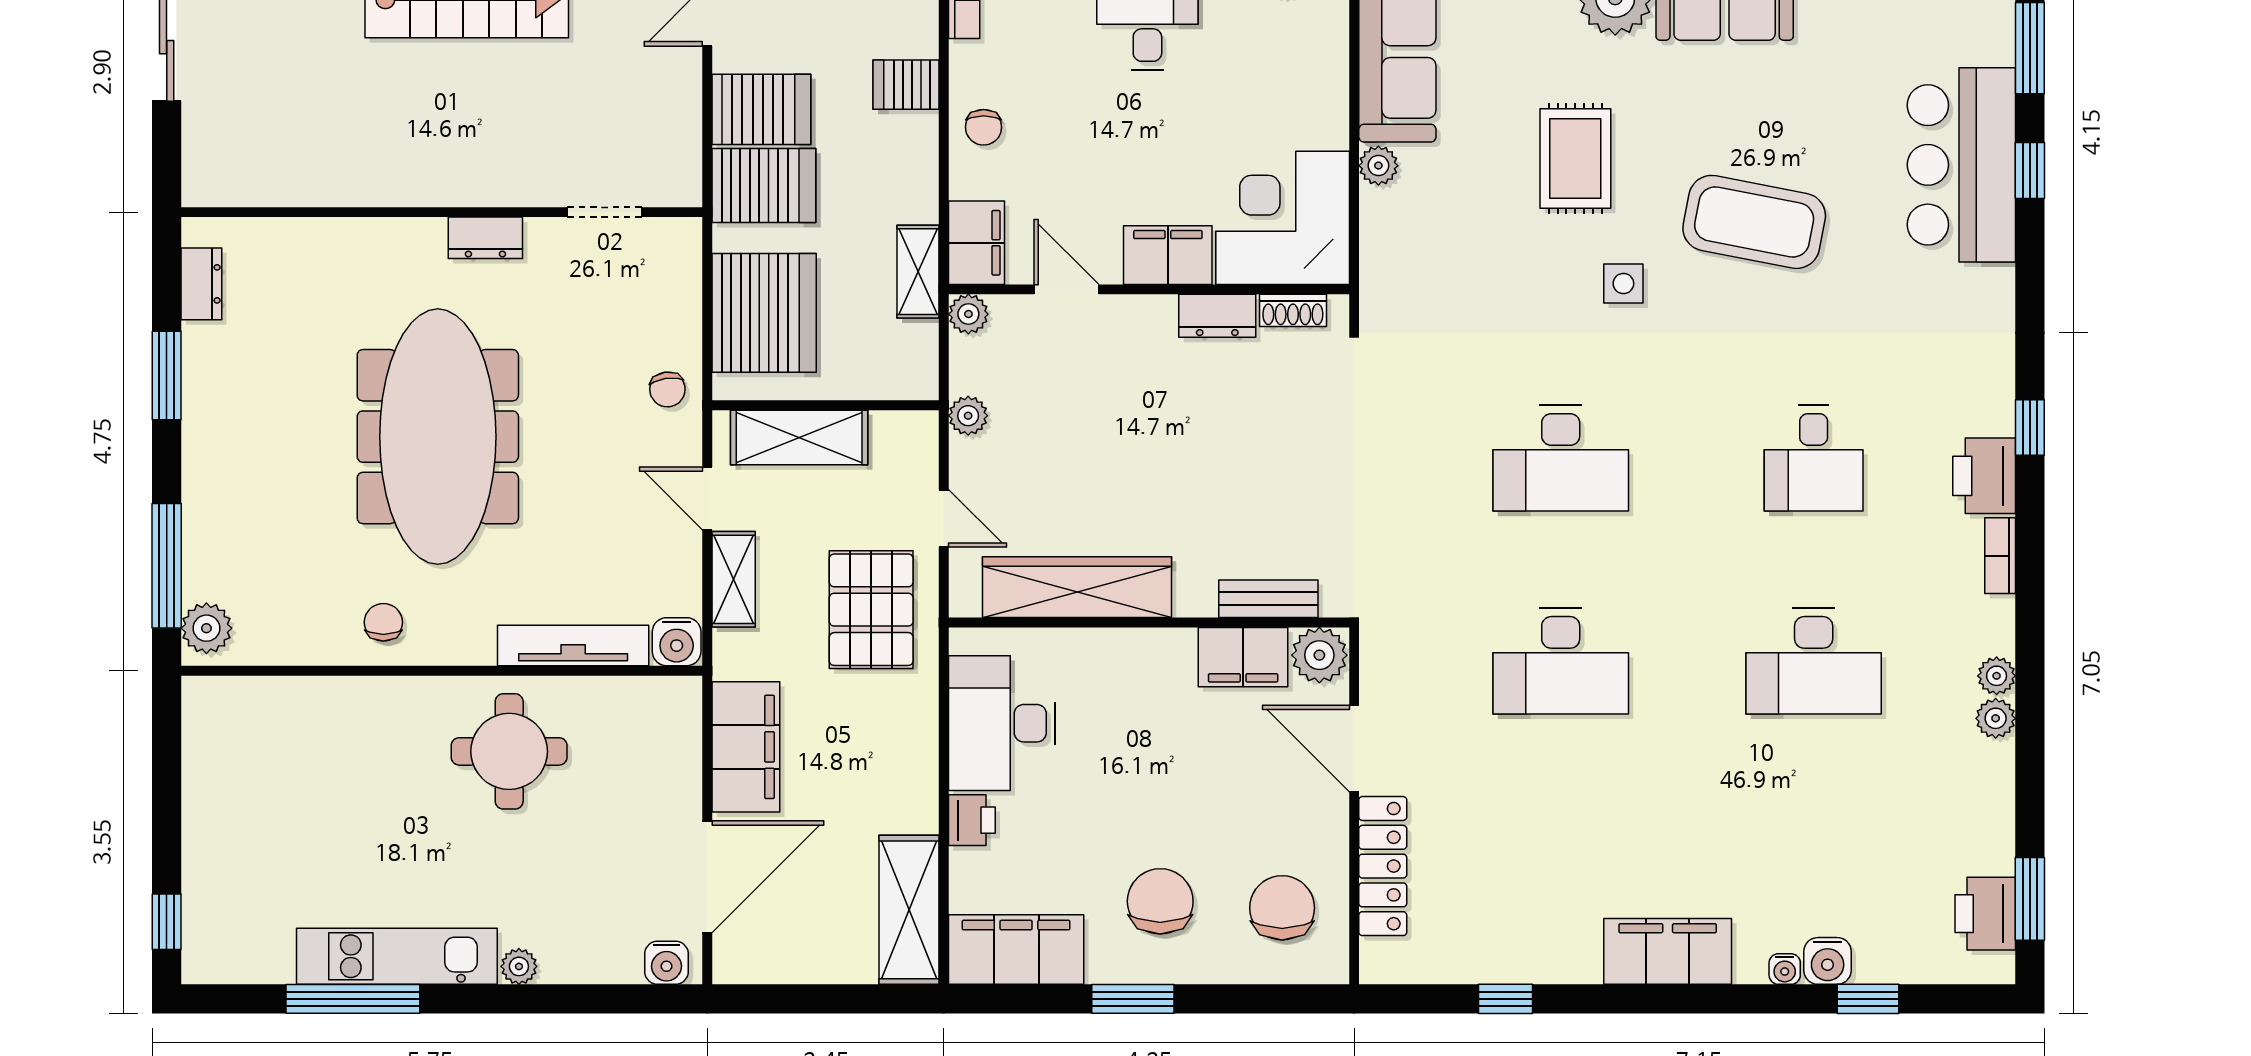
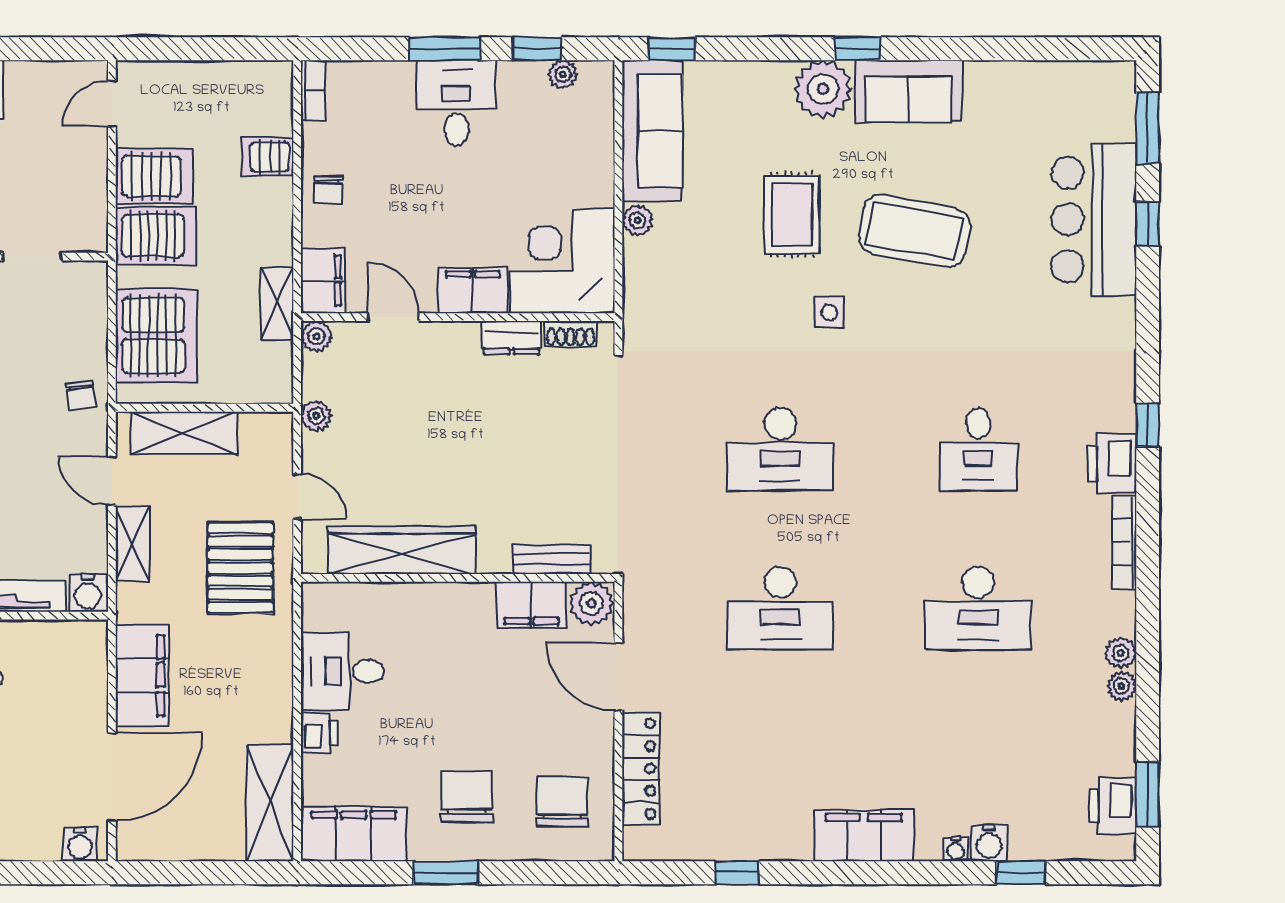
coffee table: (1754, 222) -> (914, 231), moved
bookcase: (2000, 556) -> (1124, 542), width x1.56
plant: (1997, 676) -> (1122, 686), moved
desk: (1002, 723) -> (342, 671), width x0.73

